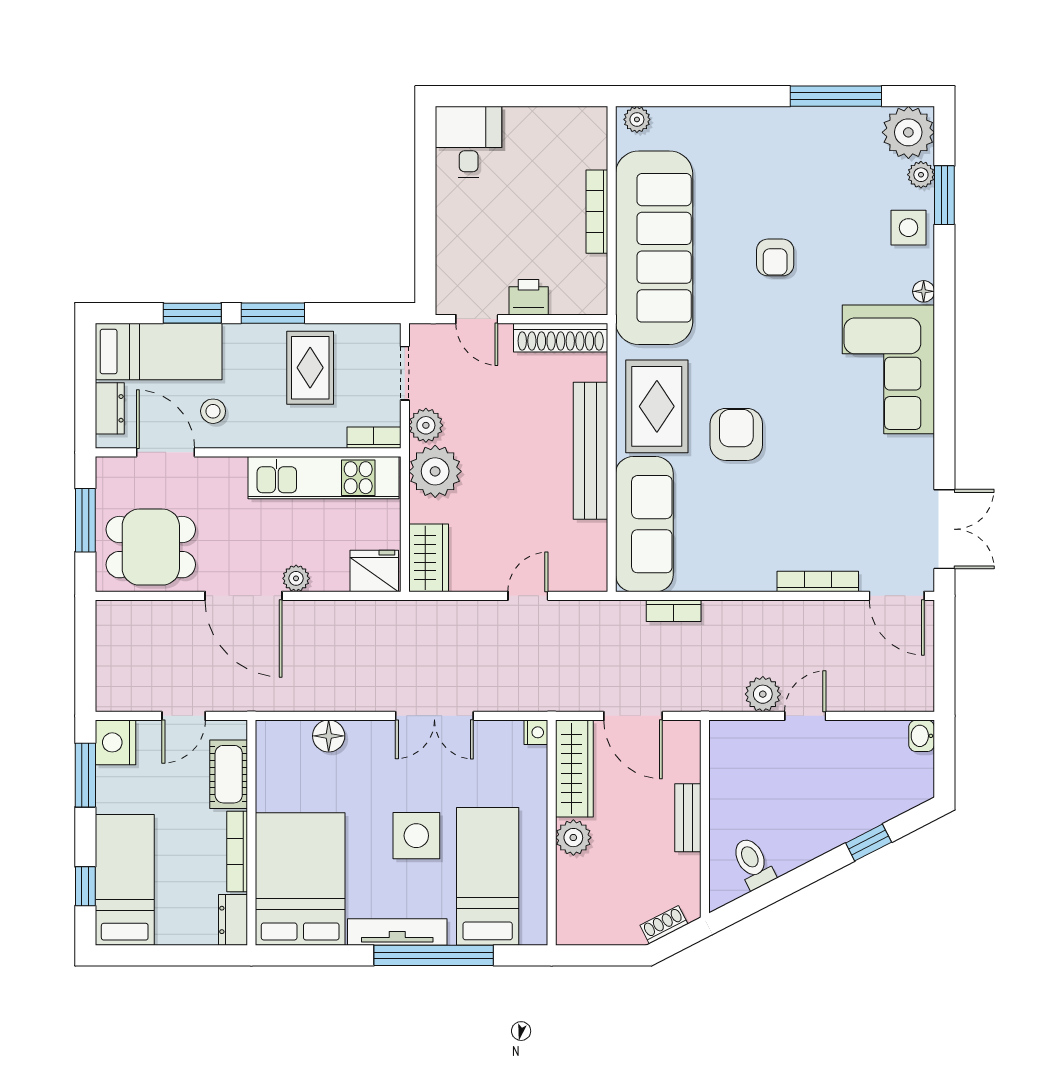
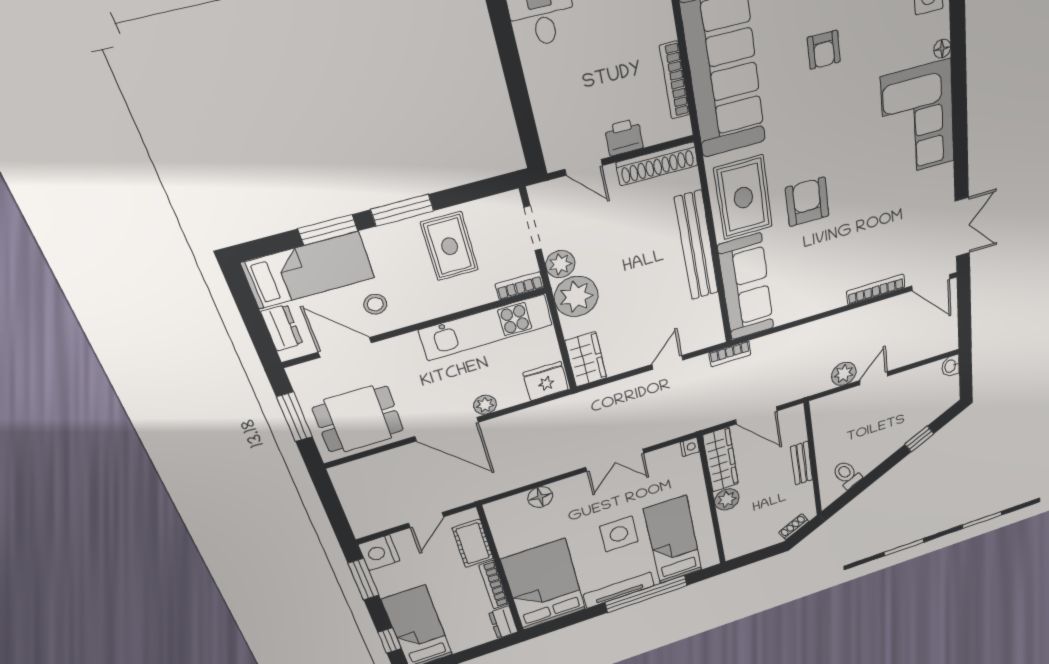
bookcase: (597, 212) -> (675, 80), moved
bookcase: (674, 611) -> (730, 354), moved

